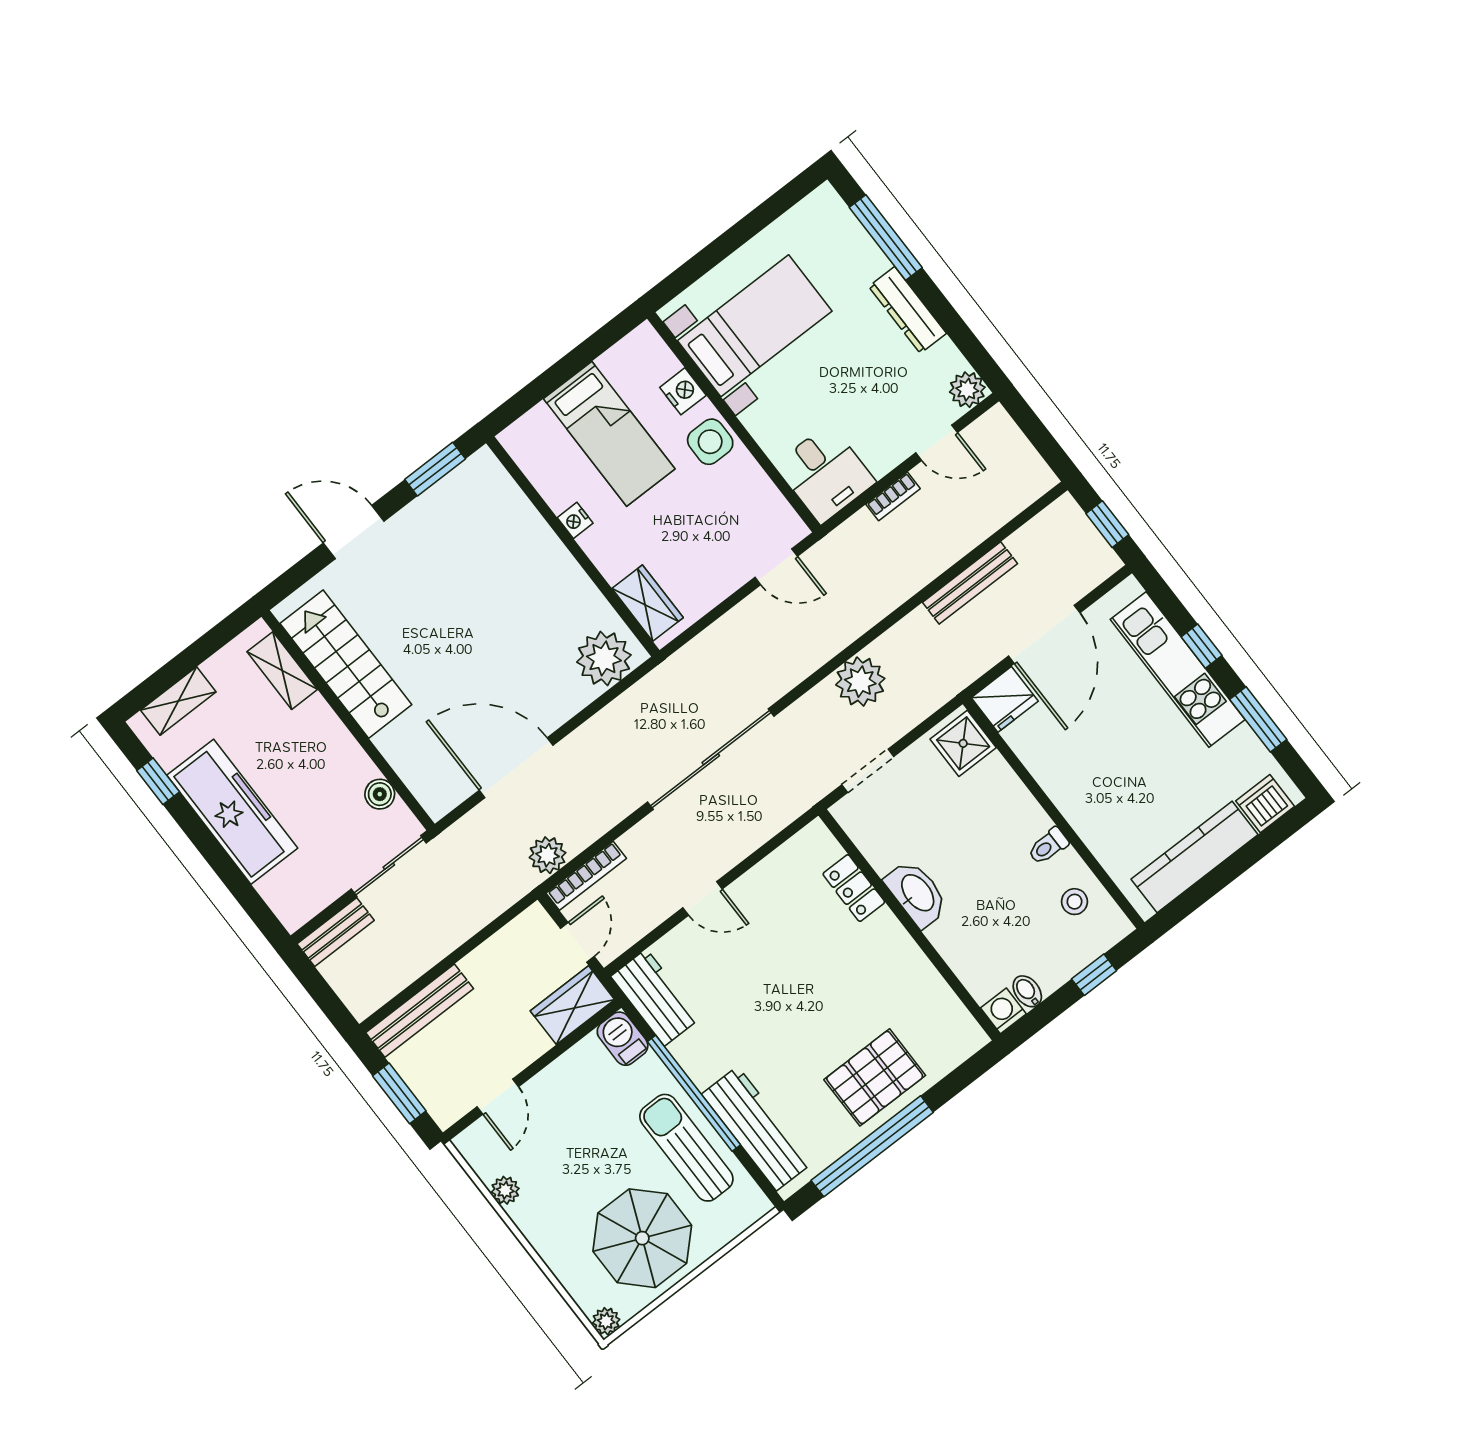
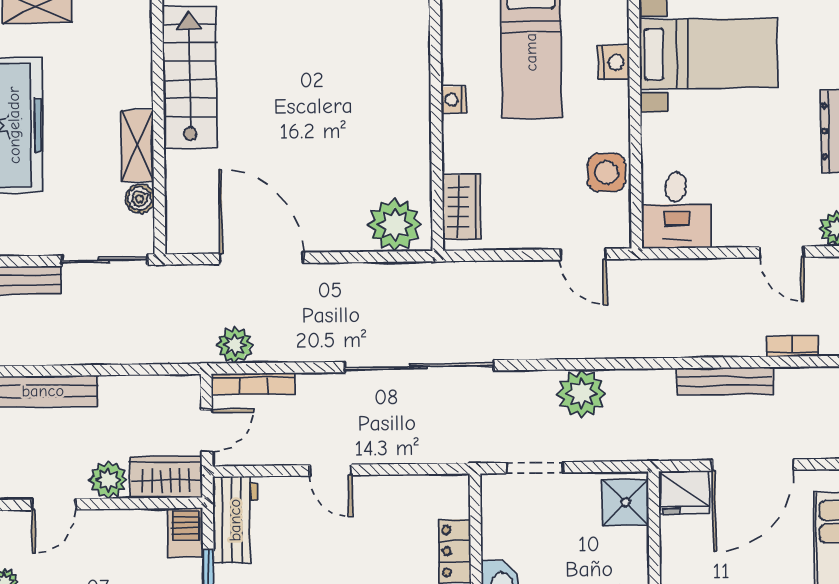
side table: (710, 442) -> (606, 172), moved
bookcase: (893, 496) -> (793, 346), moved, turned 180
shelving: (282, 671) -> (137, 146), moved
plant: (527, 1043) -> (108, 480), added

